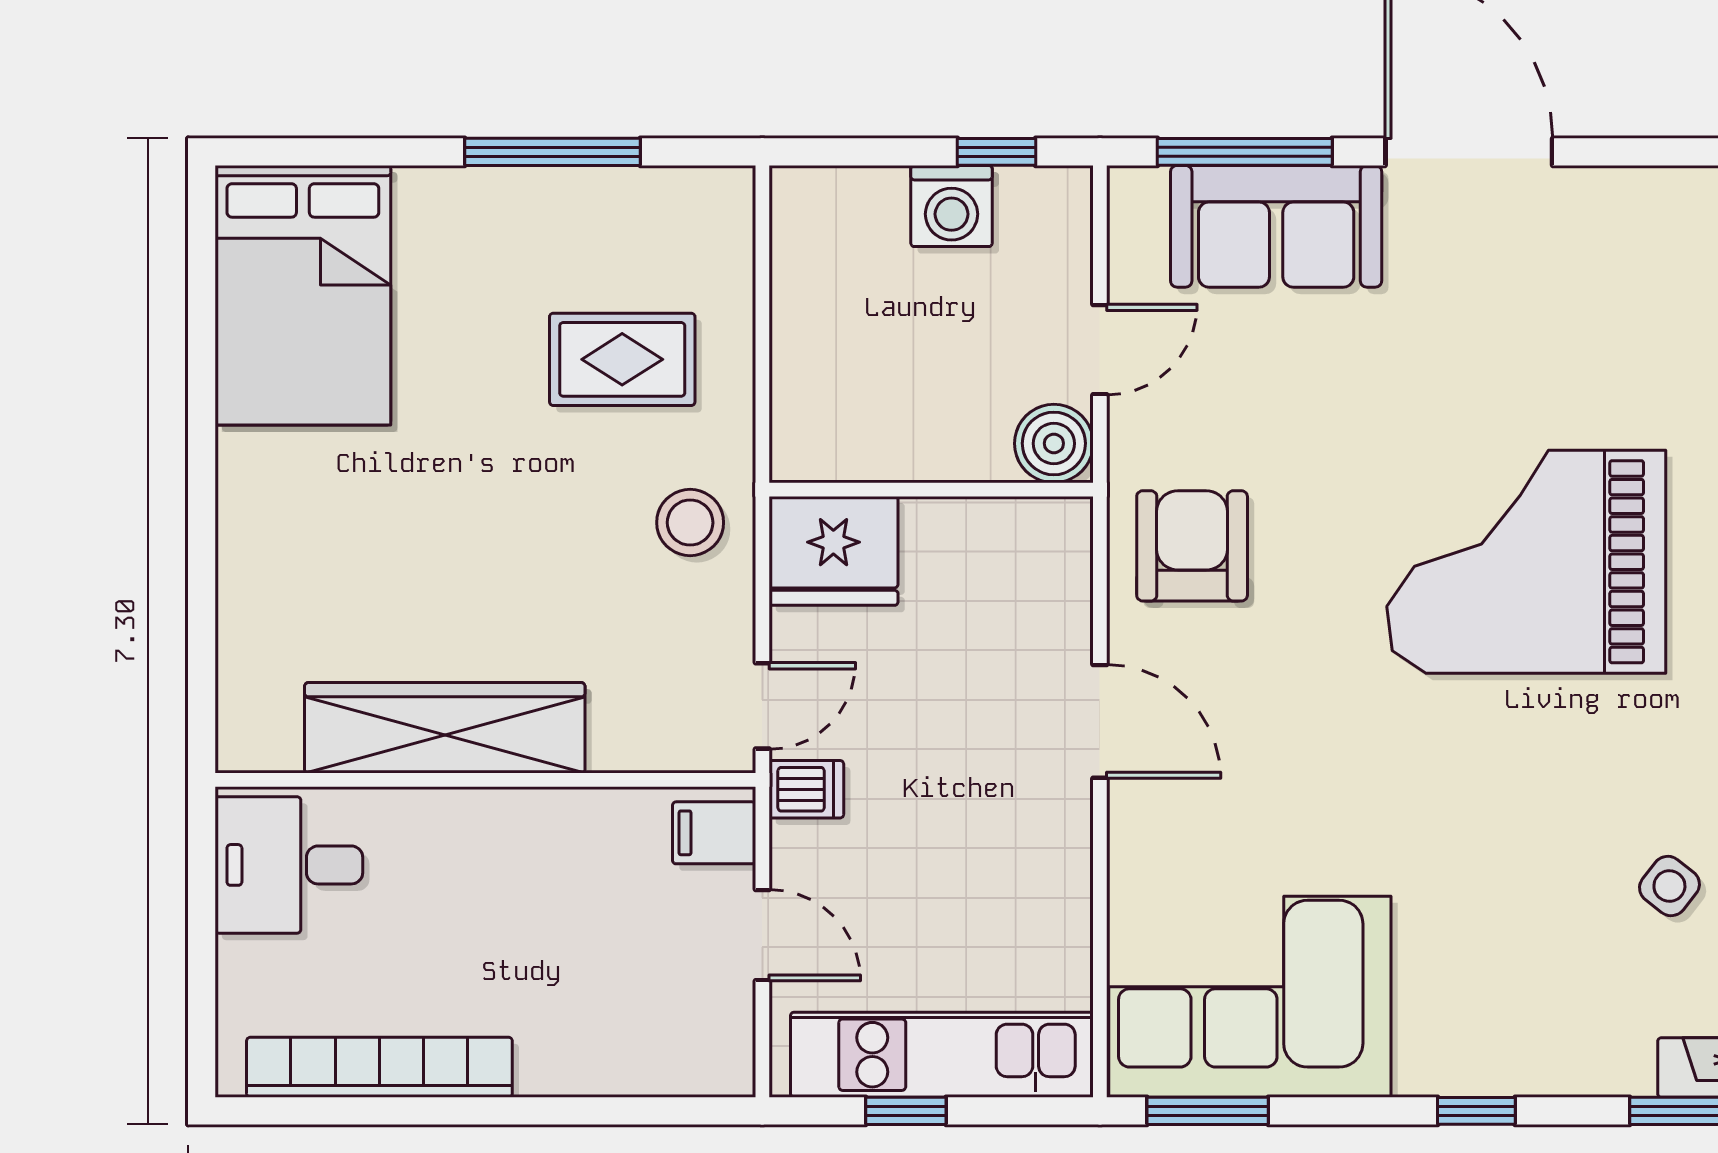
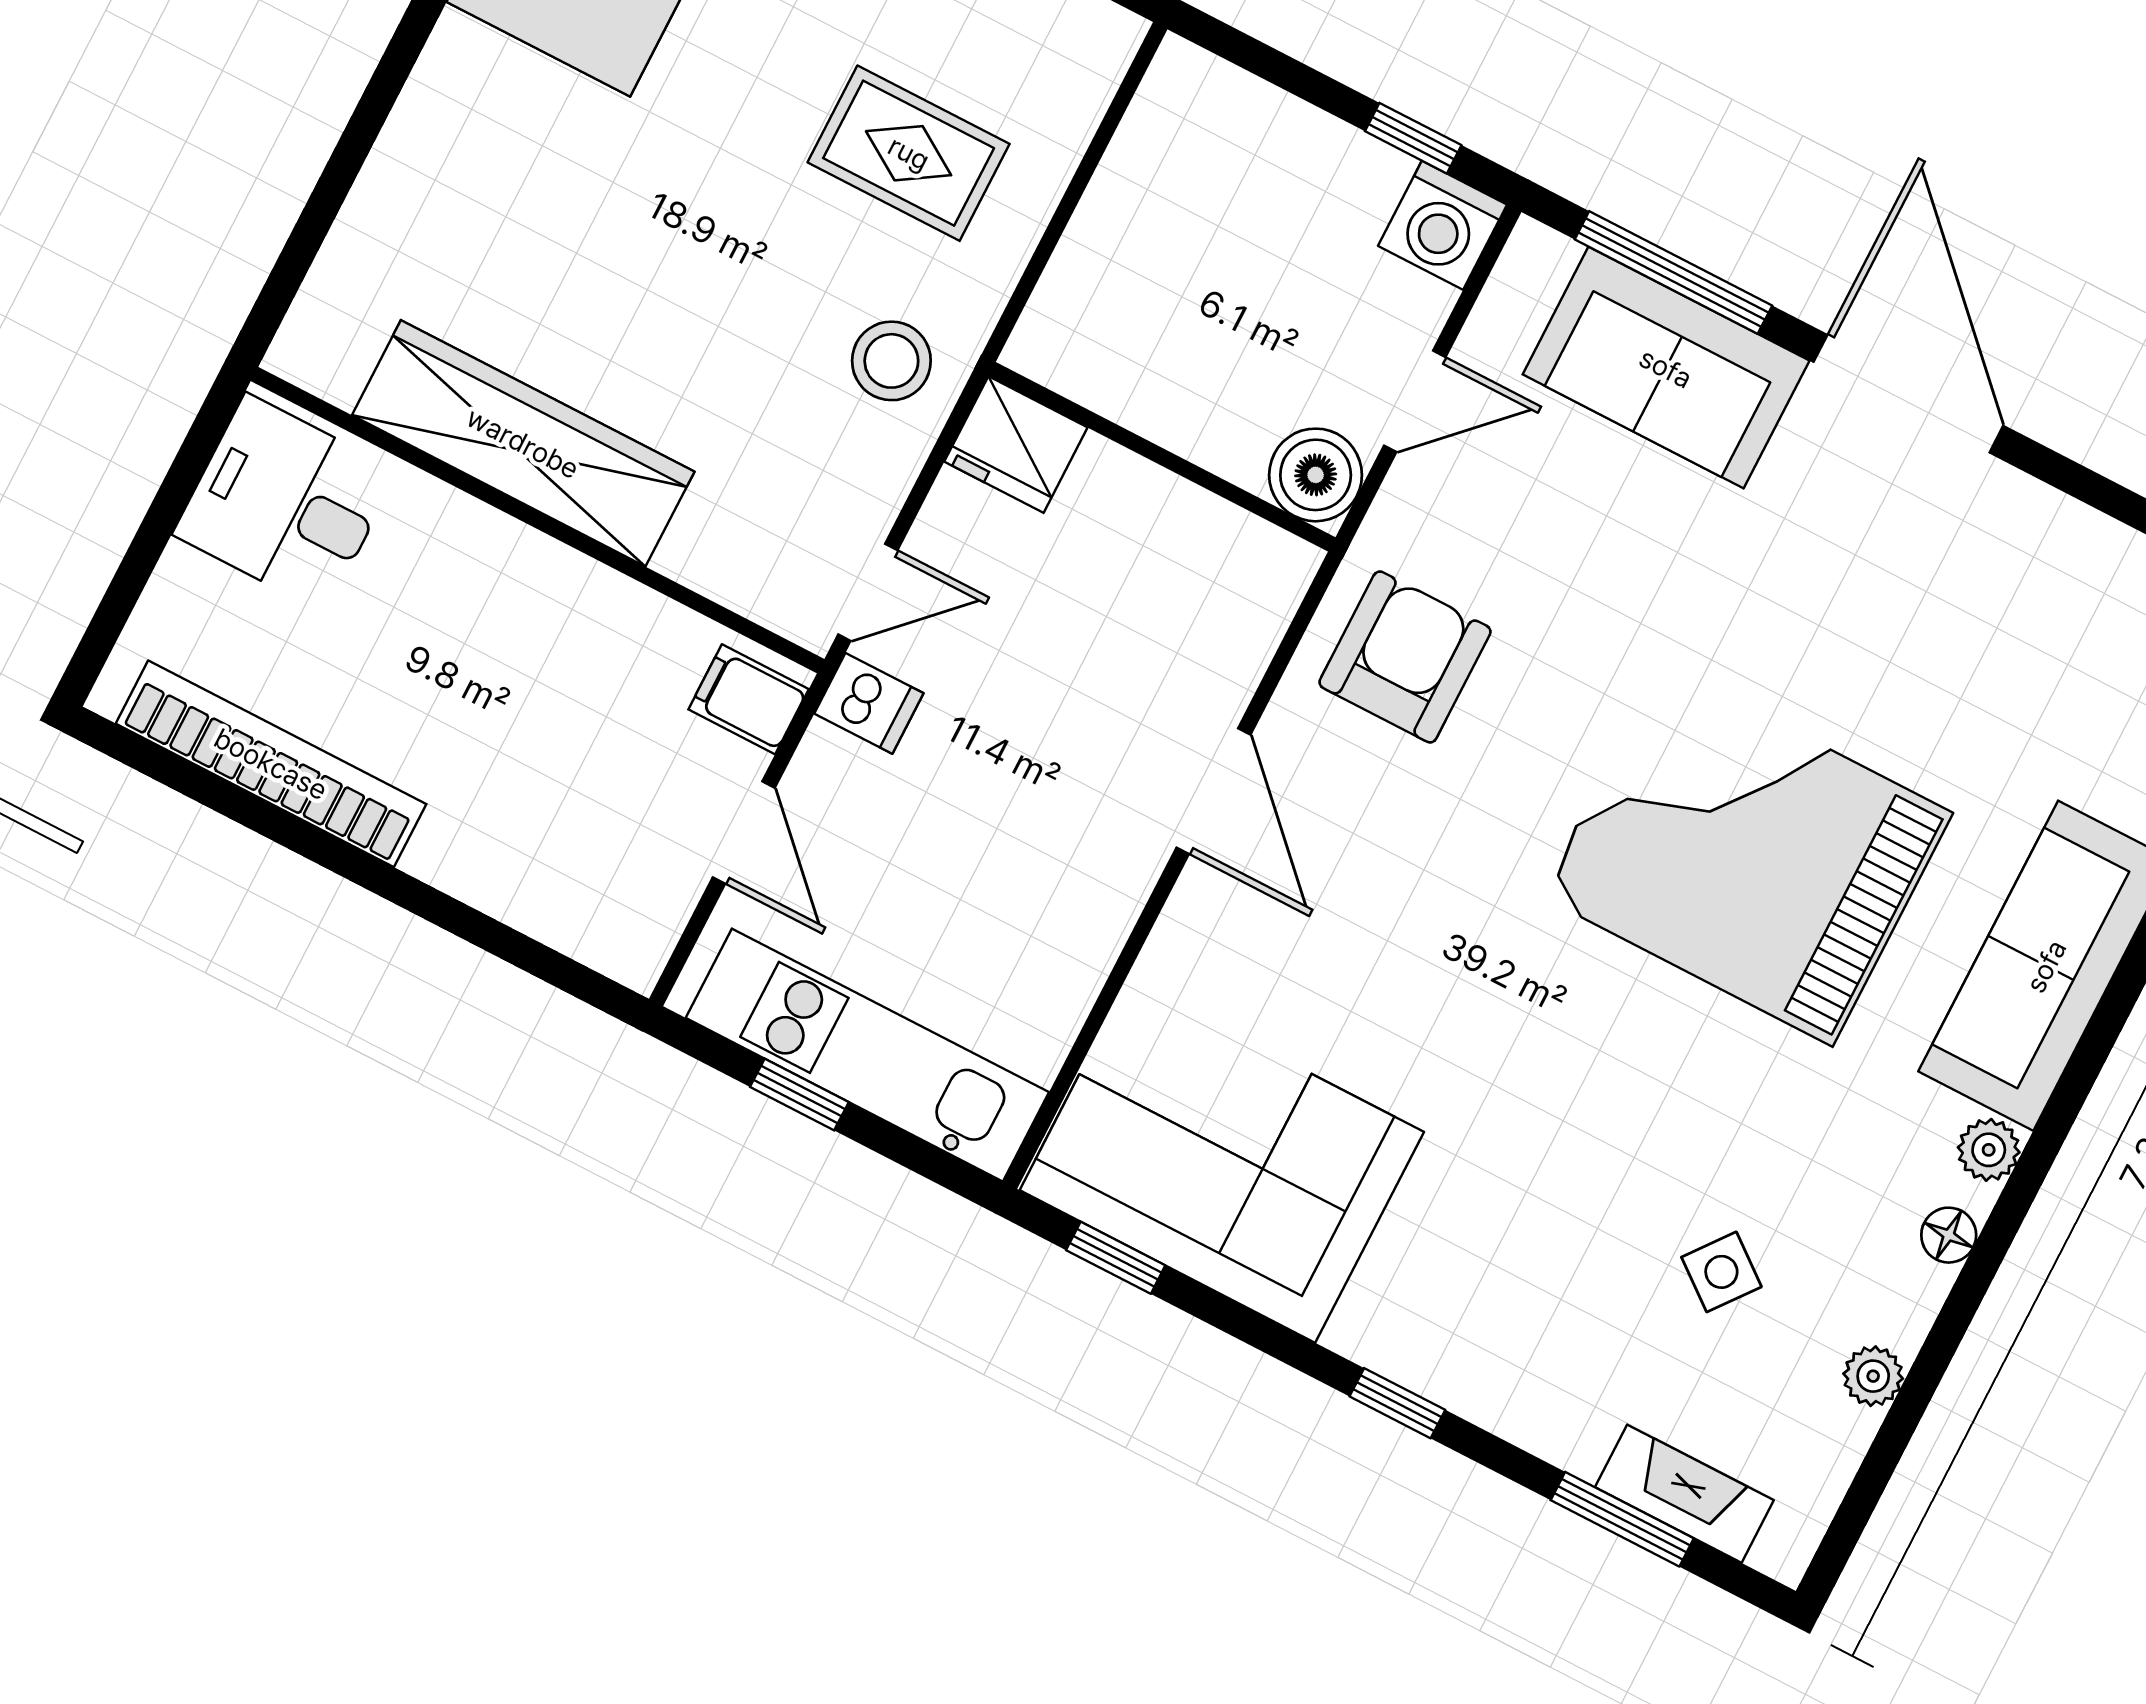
washing machine: (952, 206) -> (1443, 225), moved
fridge: (833, 551) -> (1016, 445), width x0.73, depth x0.75
window: (1208, 1111) -> (1116, 1258), width x0.67

